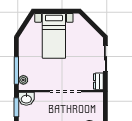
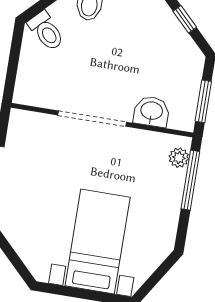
dresser: (98, 81) -> (18, 128), removed
washbasin: (26, 99) -> (152, 111), moved

